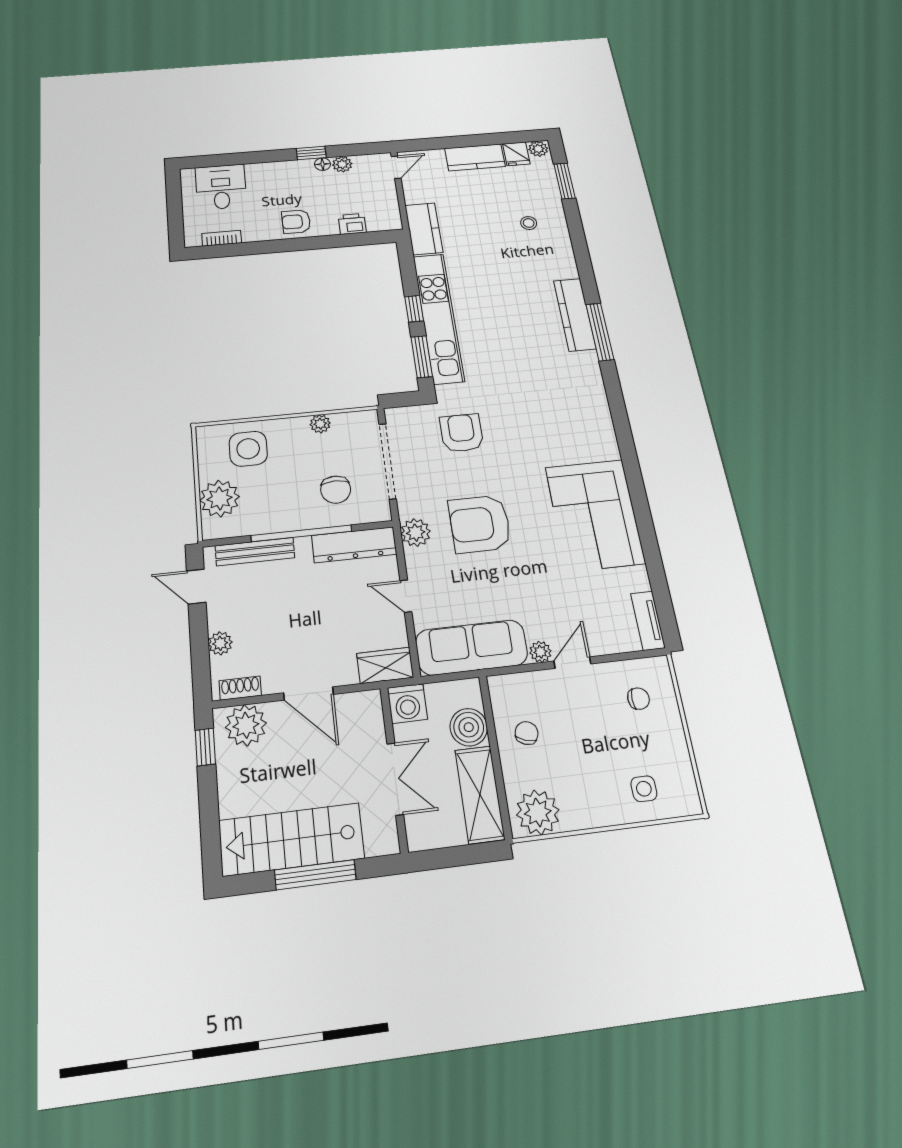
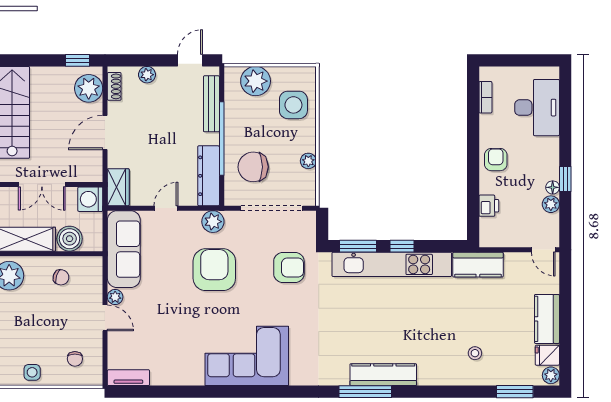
desk: (221, 187) -> (537, 108), width x1.37
chair: (336, 490) -> (253, 167), width x1.37, depth x1.37
corner sofa: (595, 515) -> (247, 356), moved
side table: (644, 789) -> (32, 372), moved

